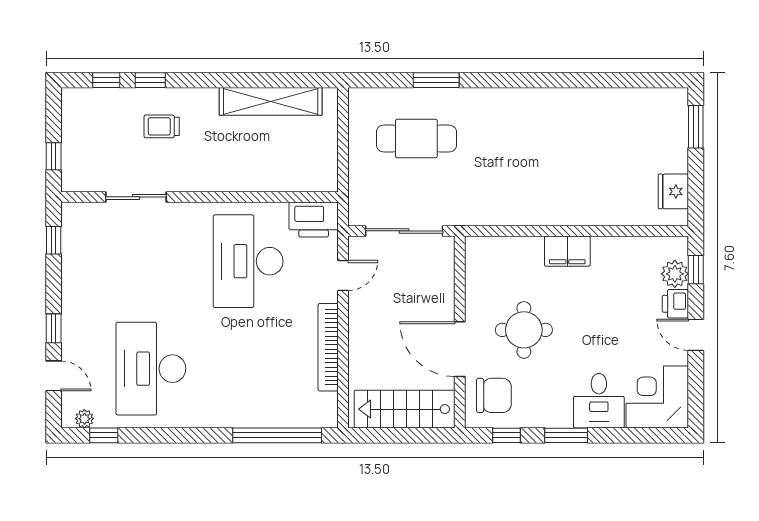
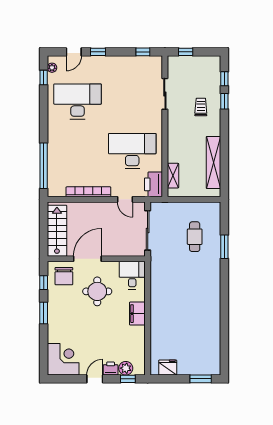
cafe table: (416, 139) -> (195, 237), width x0.73, depth x0.74
shelving: (296, 181) -> (173, 176), added
desk: (599, 401) -> (132, 275), moved, turned 90

